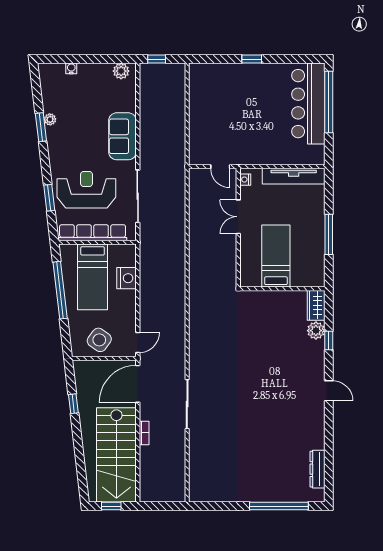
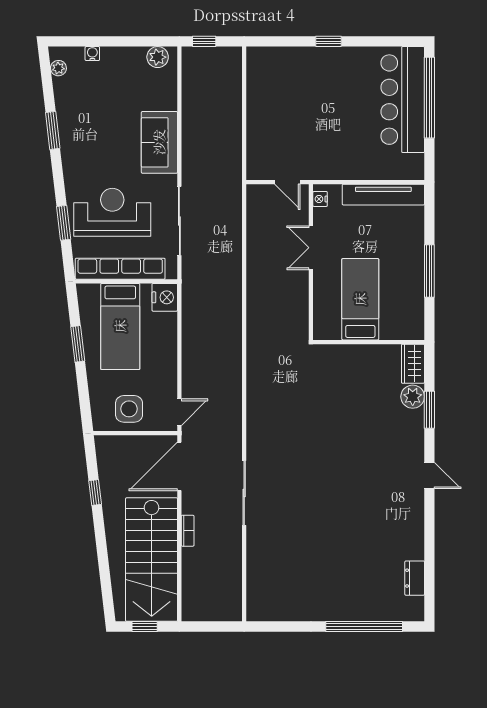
plant: (50, 119) -> (58, 68), moved
nightstand: (127, 278) -> (165, 297), moved
window: (60, 290) -> (78, 344), width x0.47
side table: (99, 340) -> (129, 409), turned -36
window: (329, 340) -> (429, 410), width x1.50
dresser: (317, 469) -> (415, 578), width x0.70

